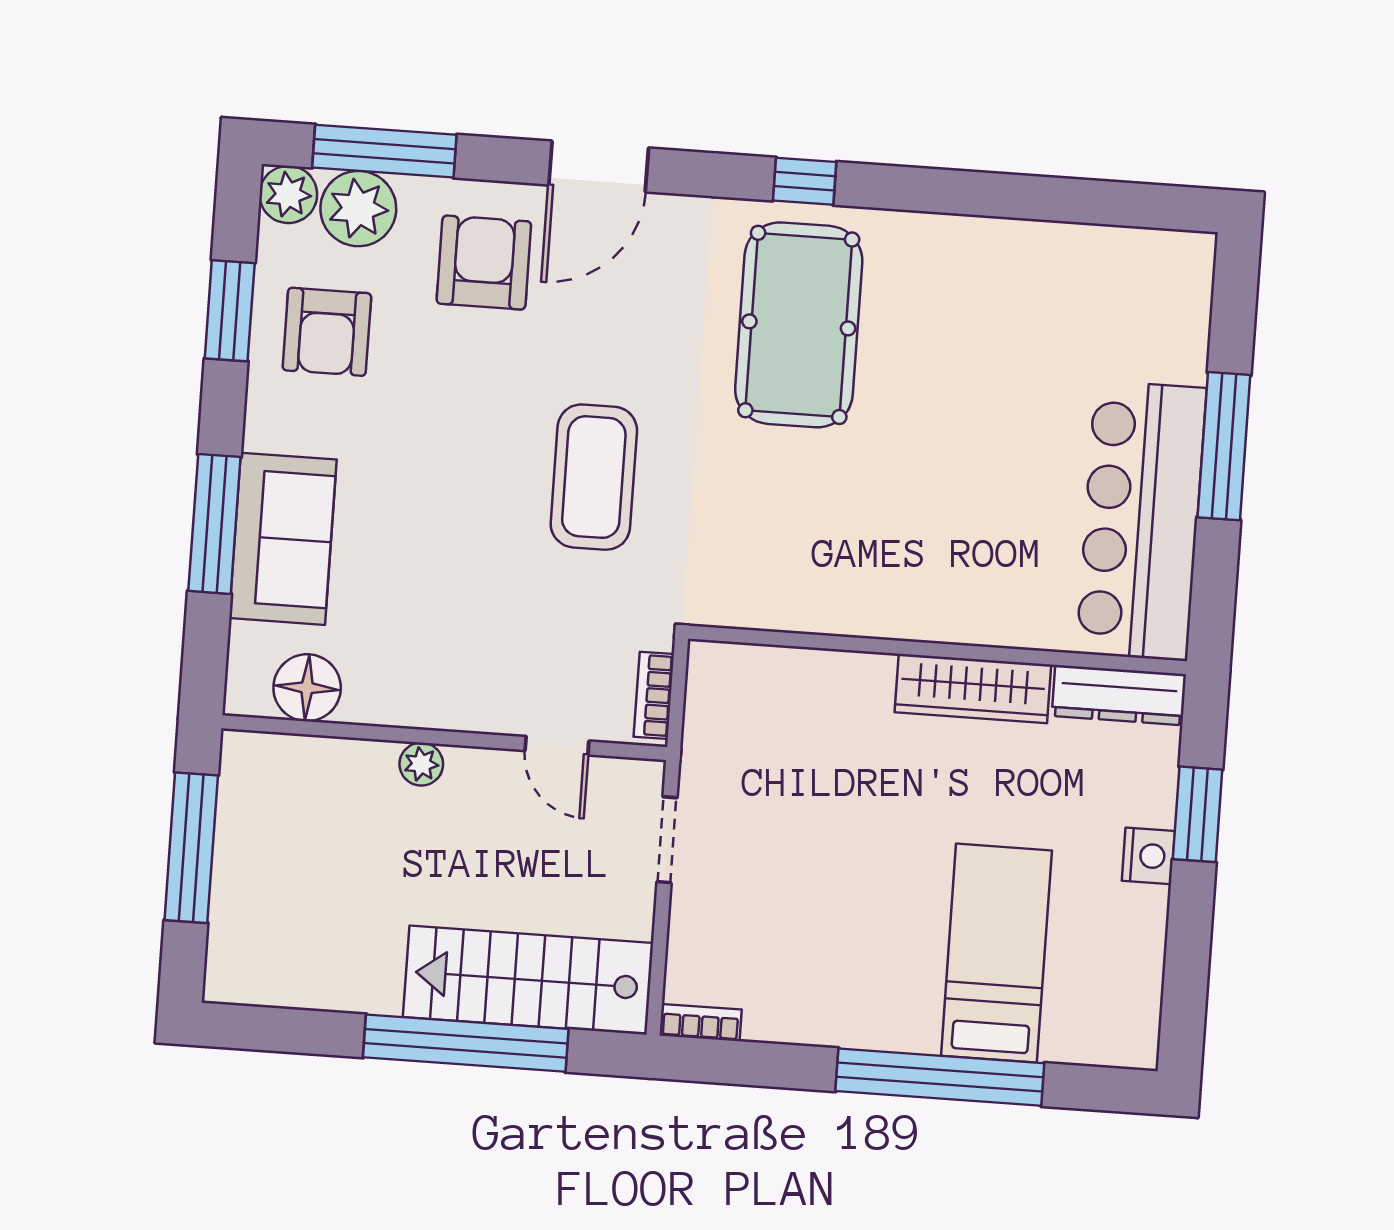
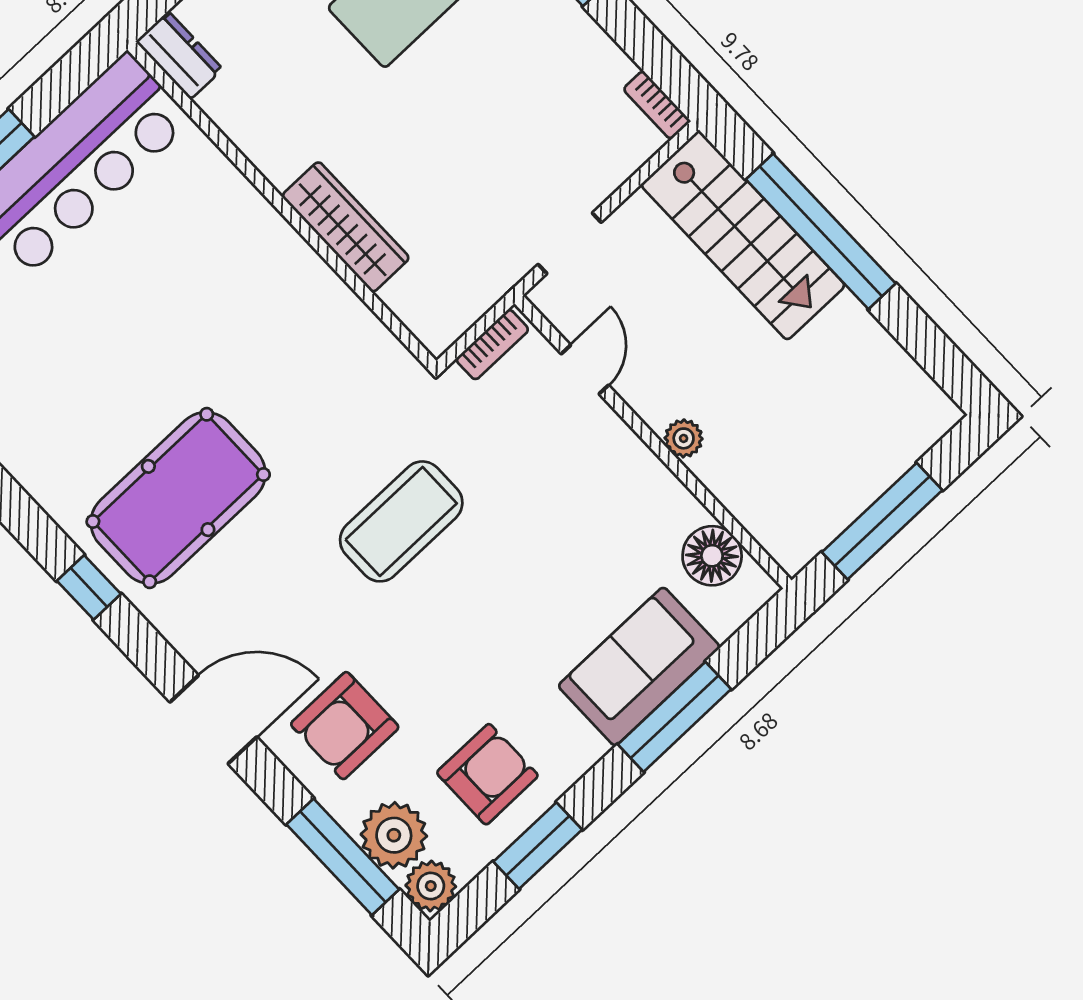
wardrobe: (973, 688) -> (346, 227), moved
dresser: (1119, 695) -> (179, 55), width x0.70

